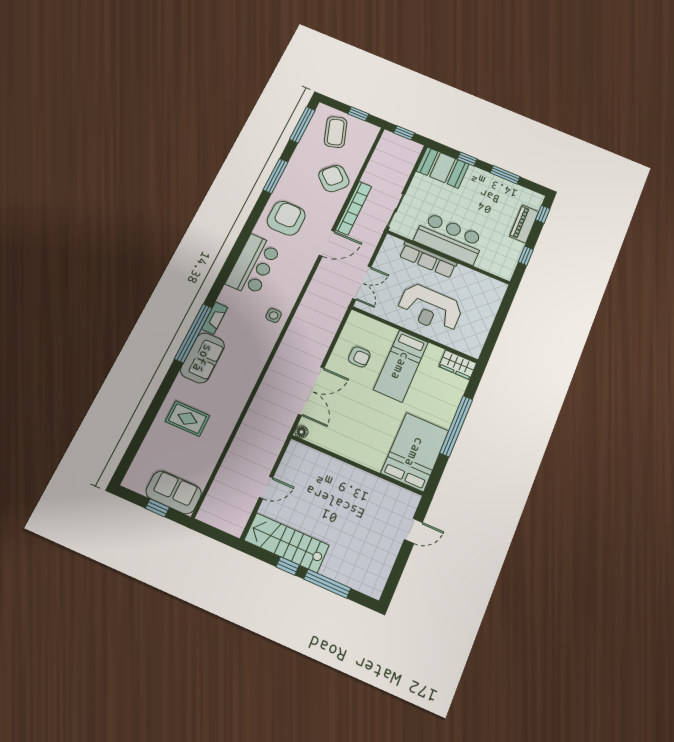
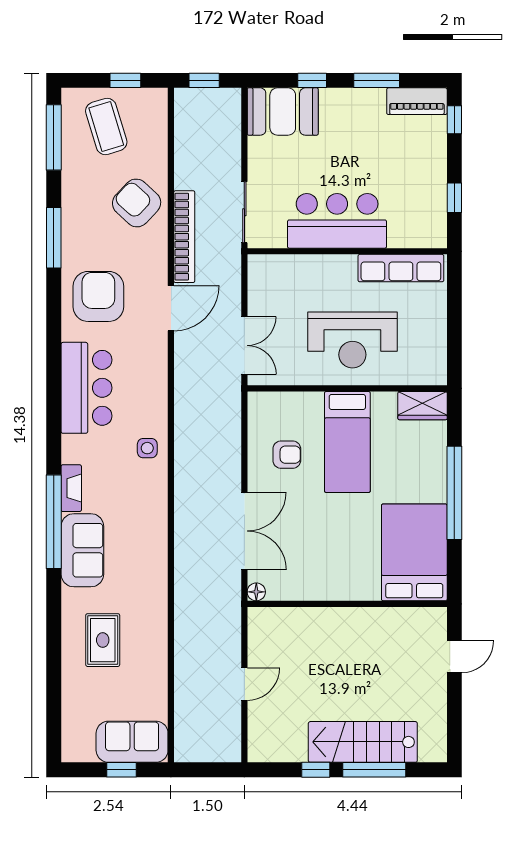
piano: (524, 224) -> (417, 101), moved, turned -90
row of seats: (428, 260) -> (401, 268), moved
rug: (187, 419) -> (103, 640), turned 90
stairs: (287, 543) -> (363, 742), moved

